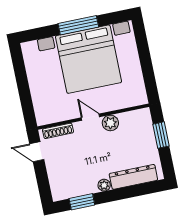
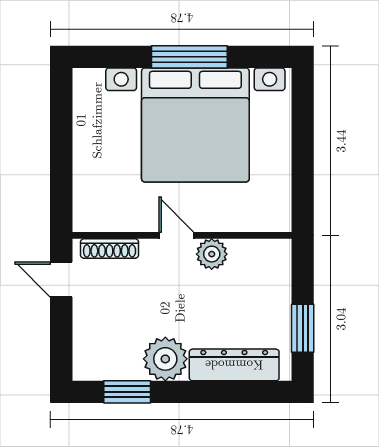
window: (161, 135) -> (303, 328), moved
plant: (104, 185) -> (165, 359), width x1.88, depth x1.88

